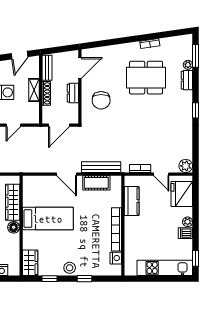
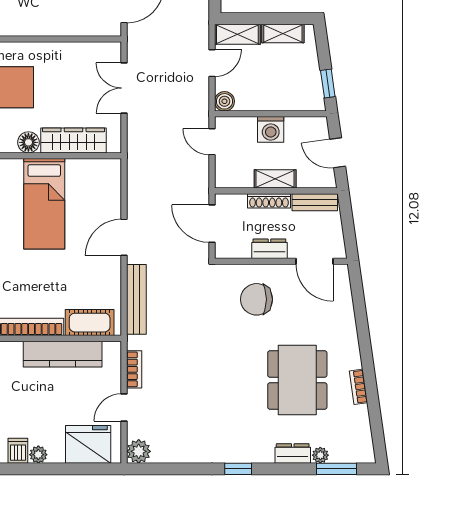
cot: (96, 183) -> (90, 323), moved, turned 90
kitchen counter: (132, 201) -> (63, 354), width x1.50

